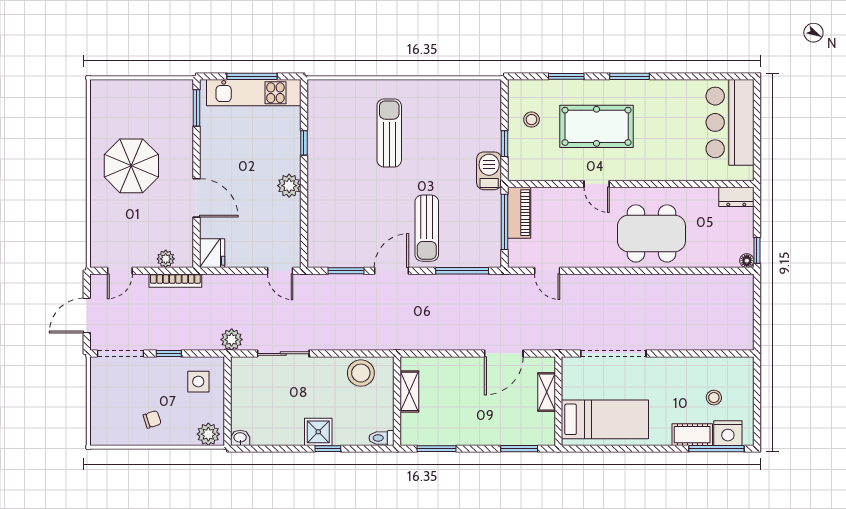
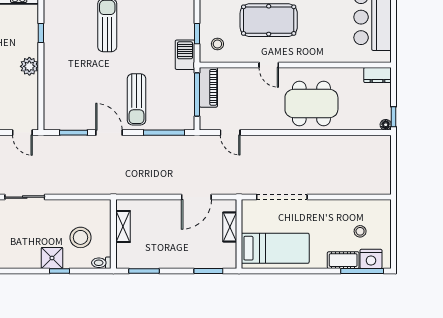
stool: (531, 120) -> (217, 44), moved
door: (391, 271) -> (109, 133), hinge flipped
stool: (361, 373) -> (80, 237), moved

